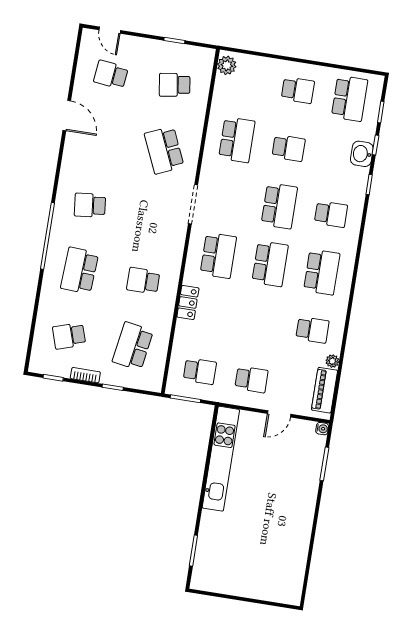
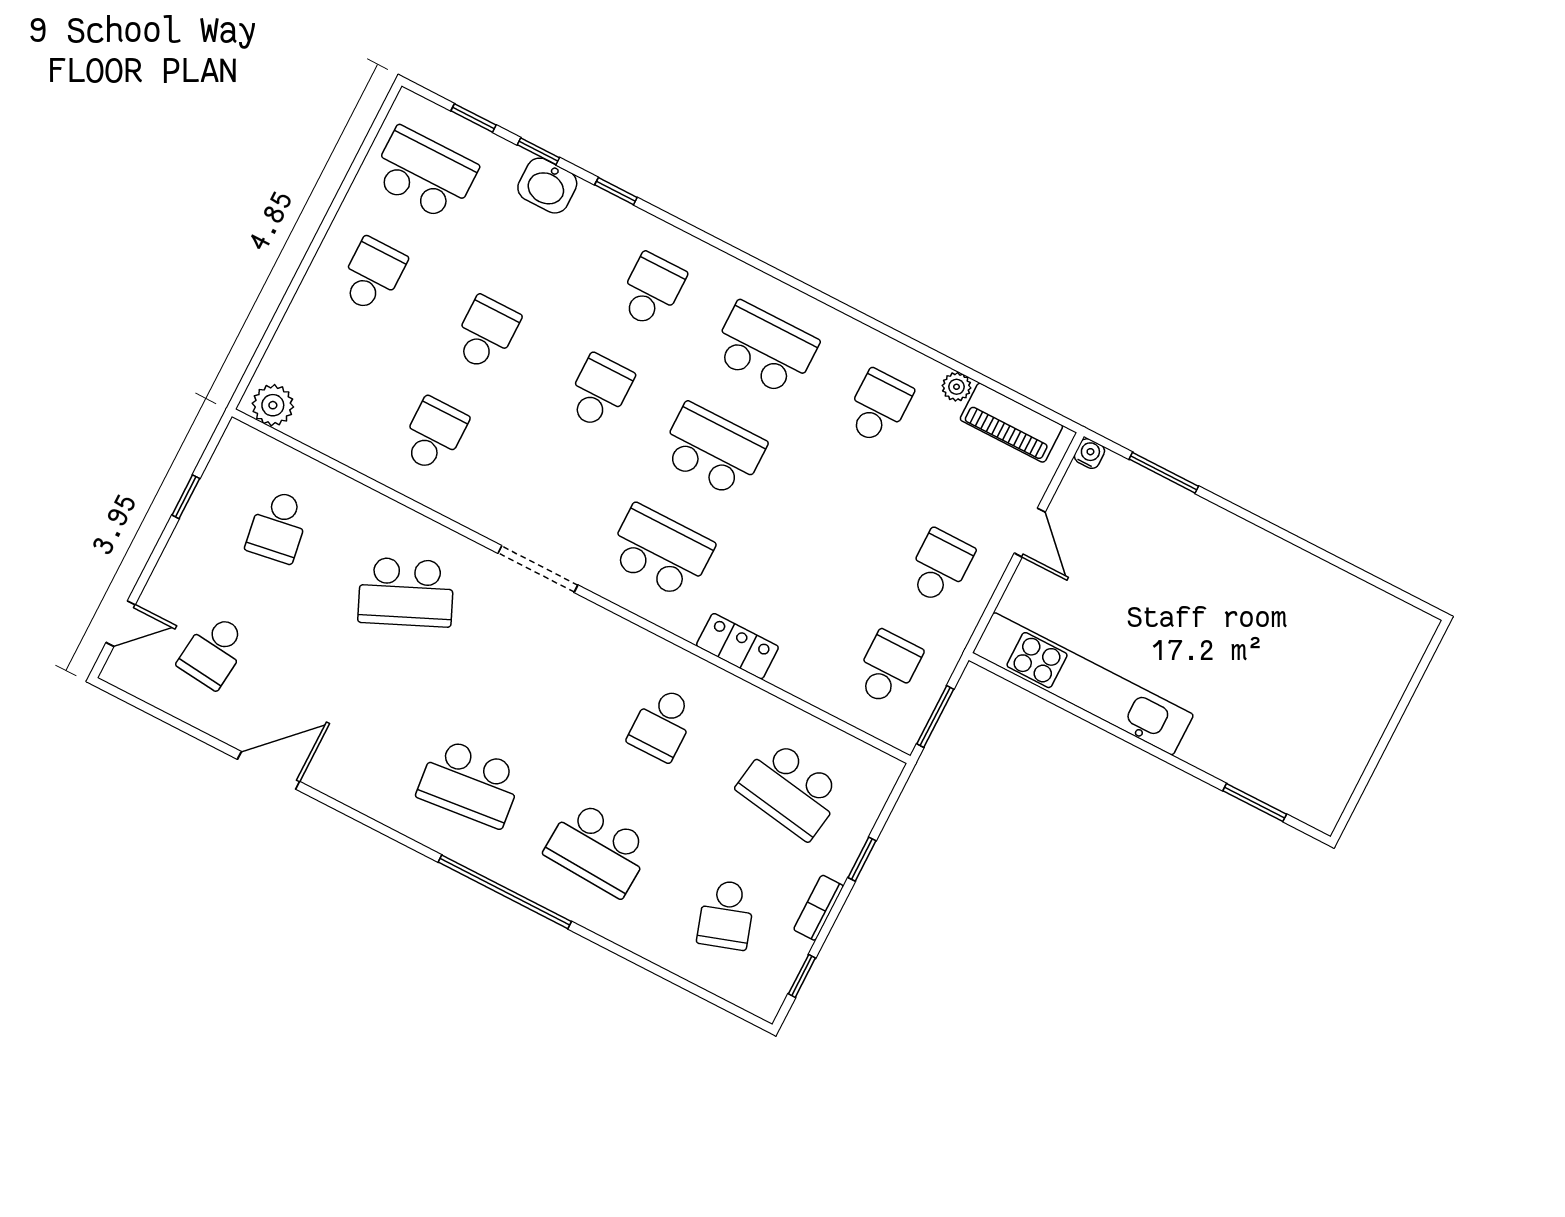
school desk: (237, 140) -> (434, 435), width x0.54
school desk: (90, 205) -> (470, 783), width x1.85
school desk: (279, 206) -> (599, 392), width x0.54

